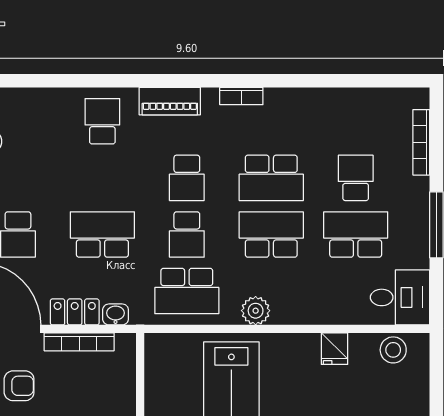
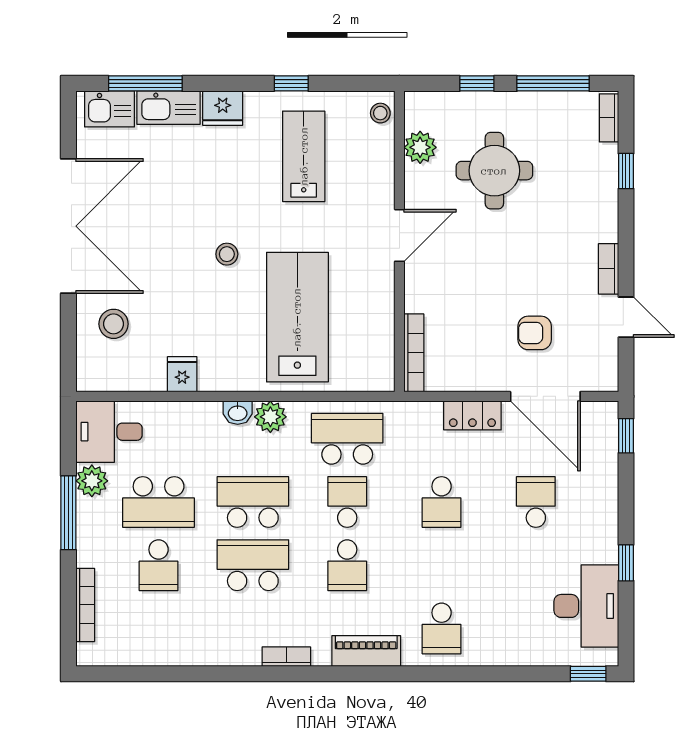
school desk: (187, 178) -> (347, 565), turned 180
school desk: (102, 234) -> (442, 502), width x0.54
school desk: (271, 234) -> (253, 502), turned 180
plant: (415, 253) -> (92, 481), added
washbasin: (116, 314) -> (238, 413), moved
bookcase: (79, 342) -> (414, 353), moved, turned 90
stool: (393, 350) -> (114, 324), moved

